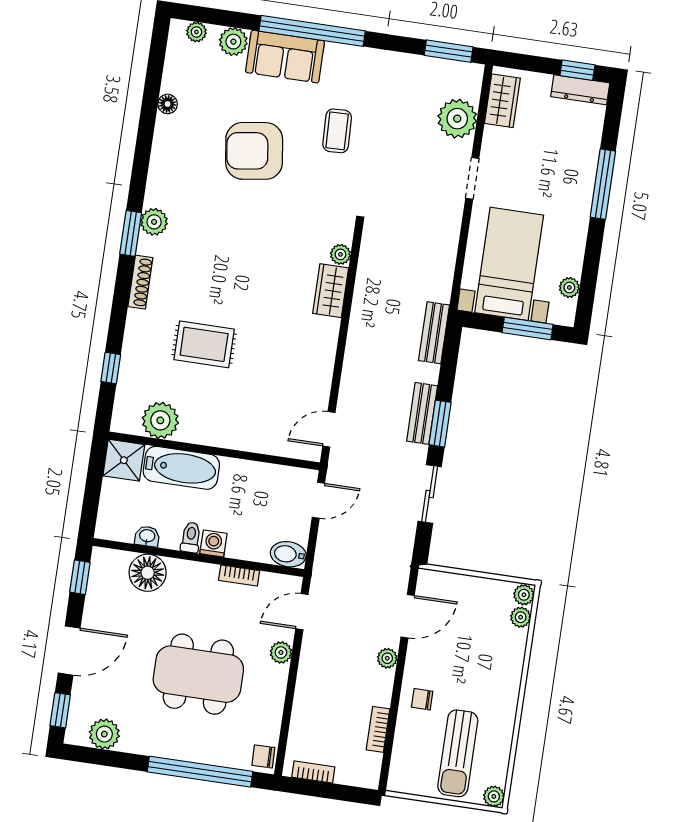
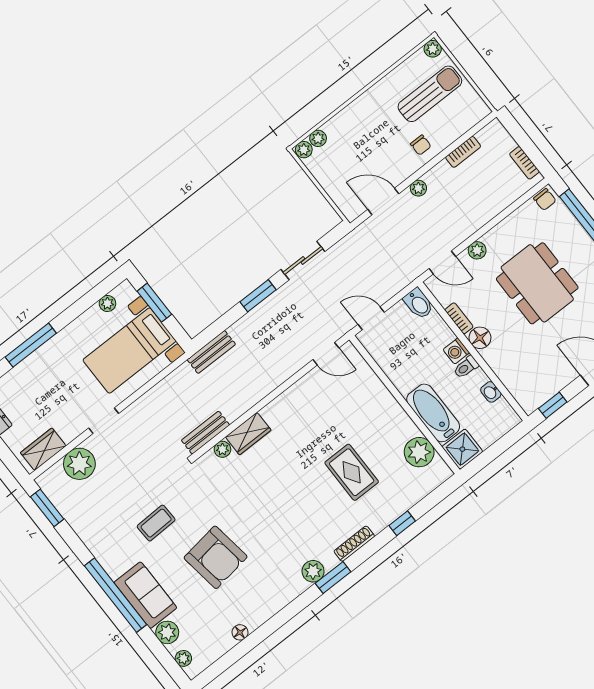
window: (111, 368) -> (402, 523), moved
bench: (422, 413) -> (205, 433), moved
floor lamp: (148, 573) -> (480, 338), moved, width x0.73, depth x0.73

